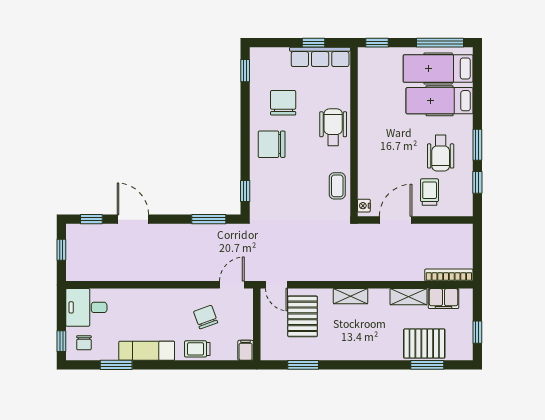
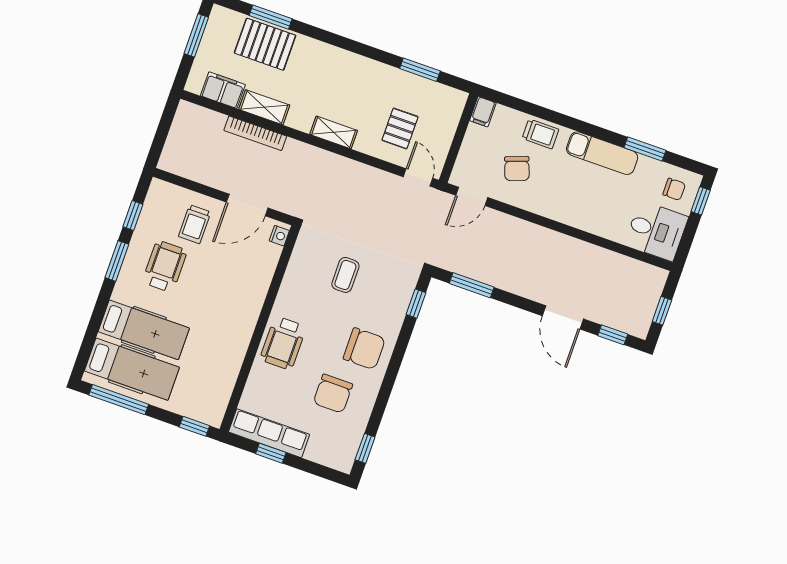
coffee table: (337, 186) -> (345, 275), moved
bookcase: (449, 275) -> (255, 133), moved
pallet: (303, 316) -> (400, 128), width x0.67, depth x0.71
window: (477, 332) -> (196, 35), width x1.50
chair: (84, 343) -> (674, 189), turned 90

